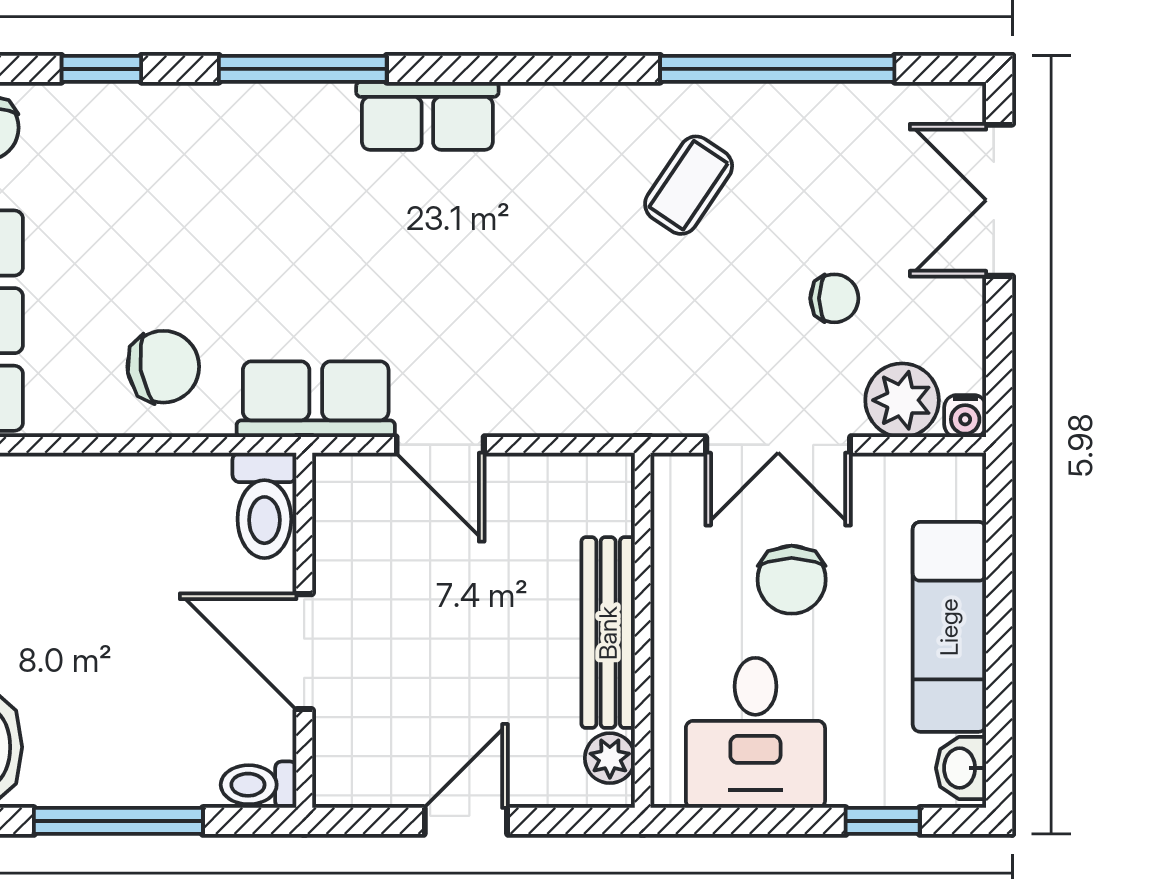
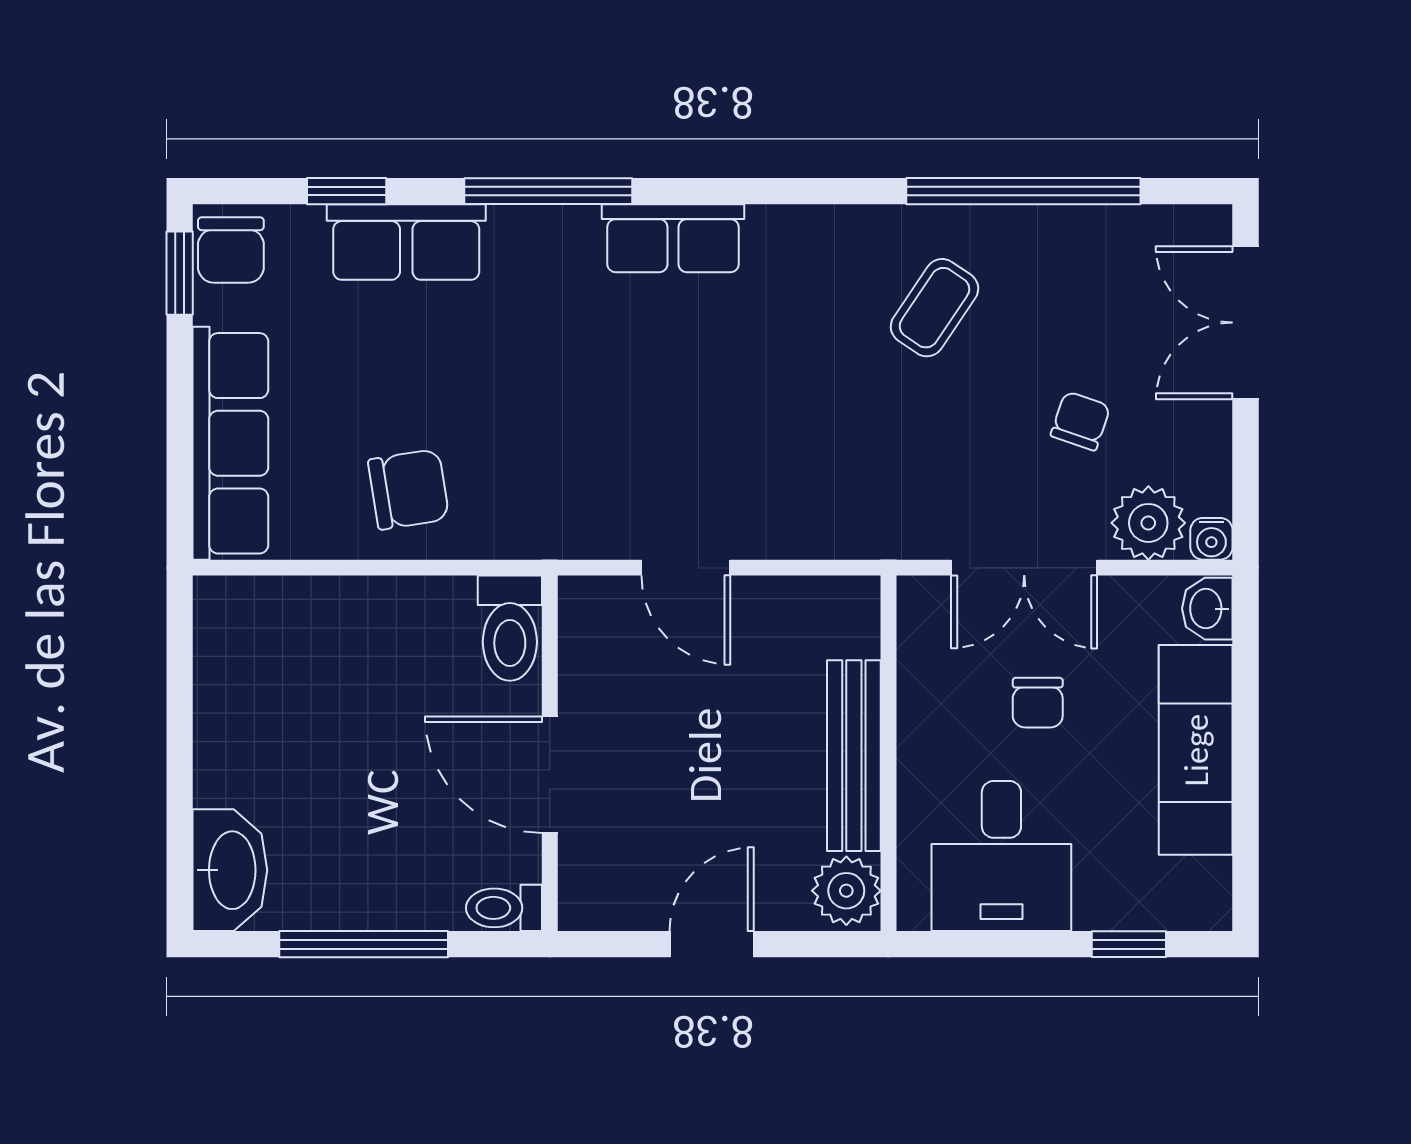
chair: (834, 298) -> (1080, 421), turned -71
row of seats: (316, 399) -> (406, 242), moved, turned 180
chair: (792, 580) -> (1038, 703), width x0.73, depth x0.73
plant: (610, 758) -> (846, 891), width x1.38, depth x1.38
washbasin: (961, 768) -> (1207, 609), moved

